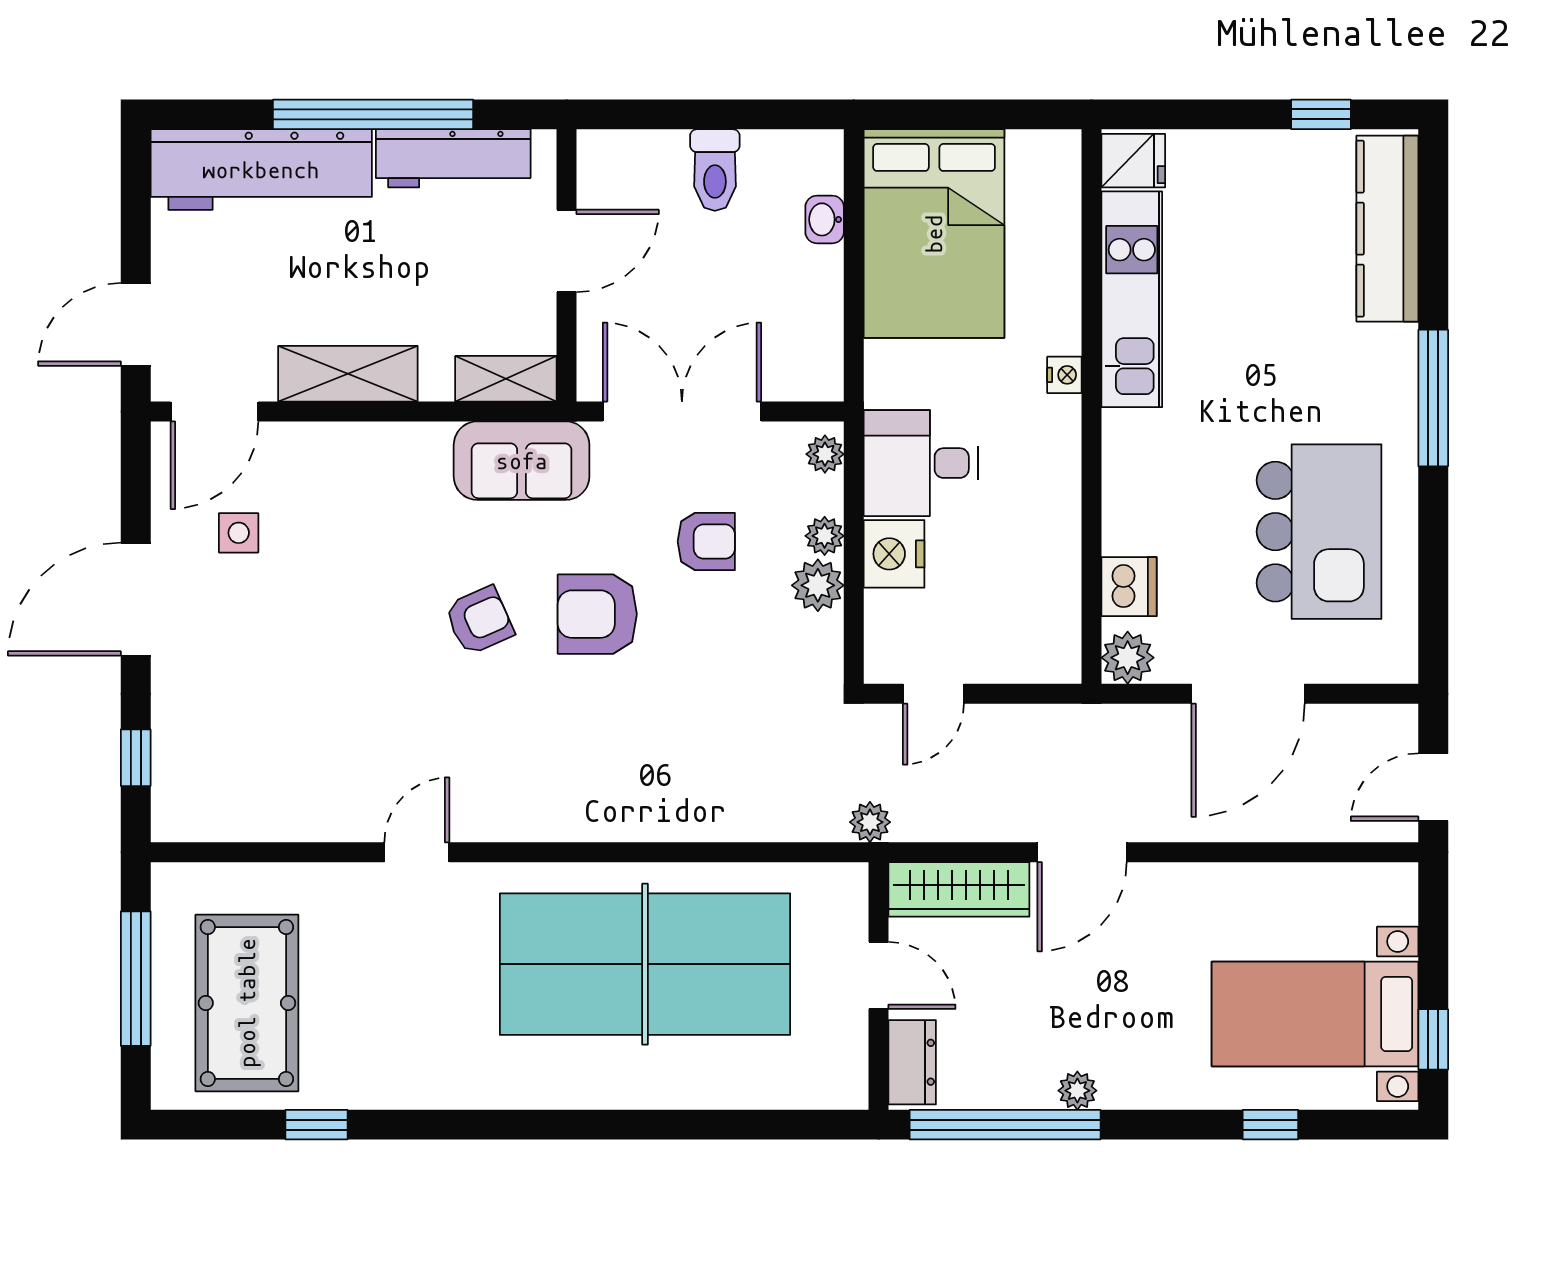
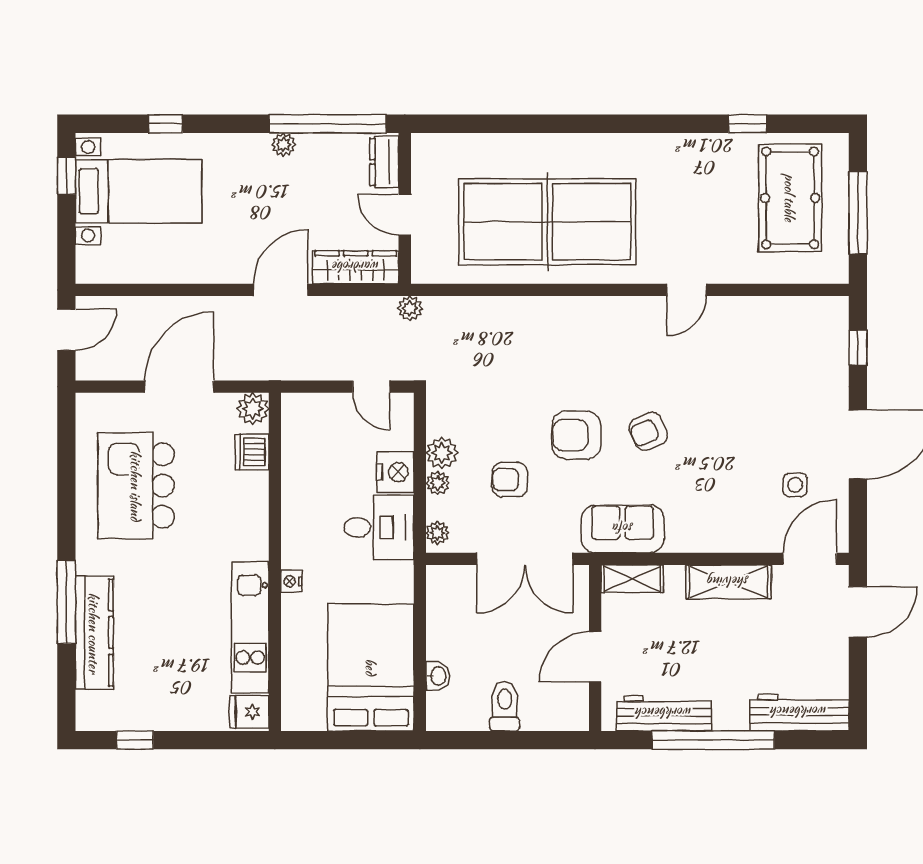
workbench: (261, 170) -> (799, 712), width x0.73, depth x0.76
kitchen counter: (1387, 229) -> (94, 633), moved
window: (1433, 398) -> (66, 602), moved
armchair: (597, 614) -> (576, 435), turned 180
door: (933, 694) -> (371, 387), swing flipped

